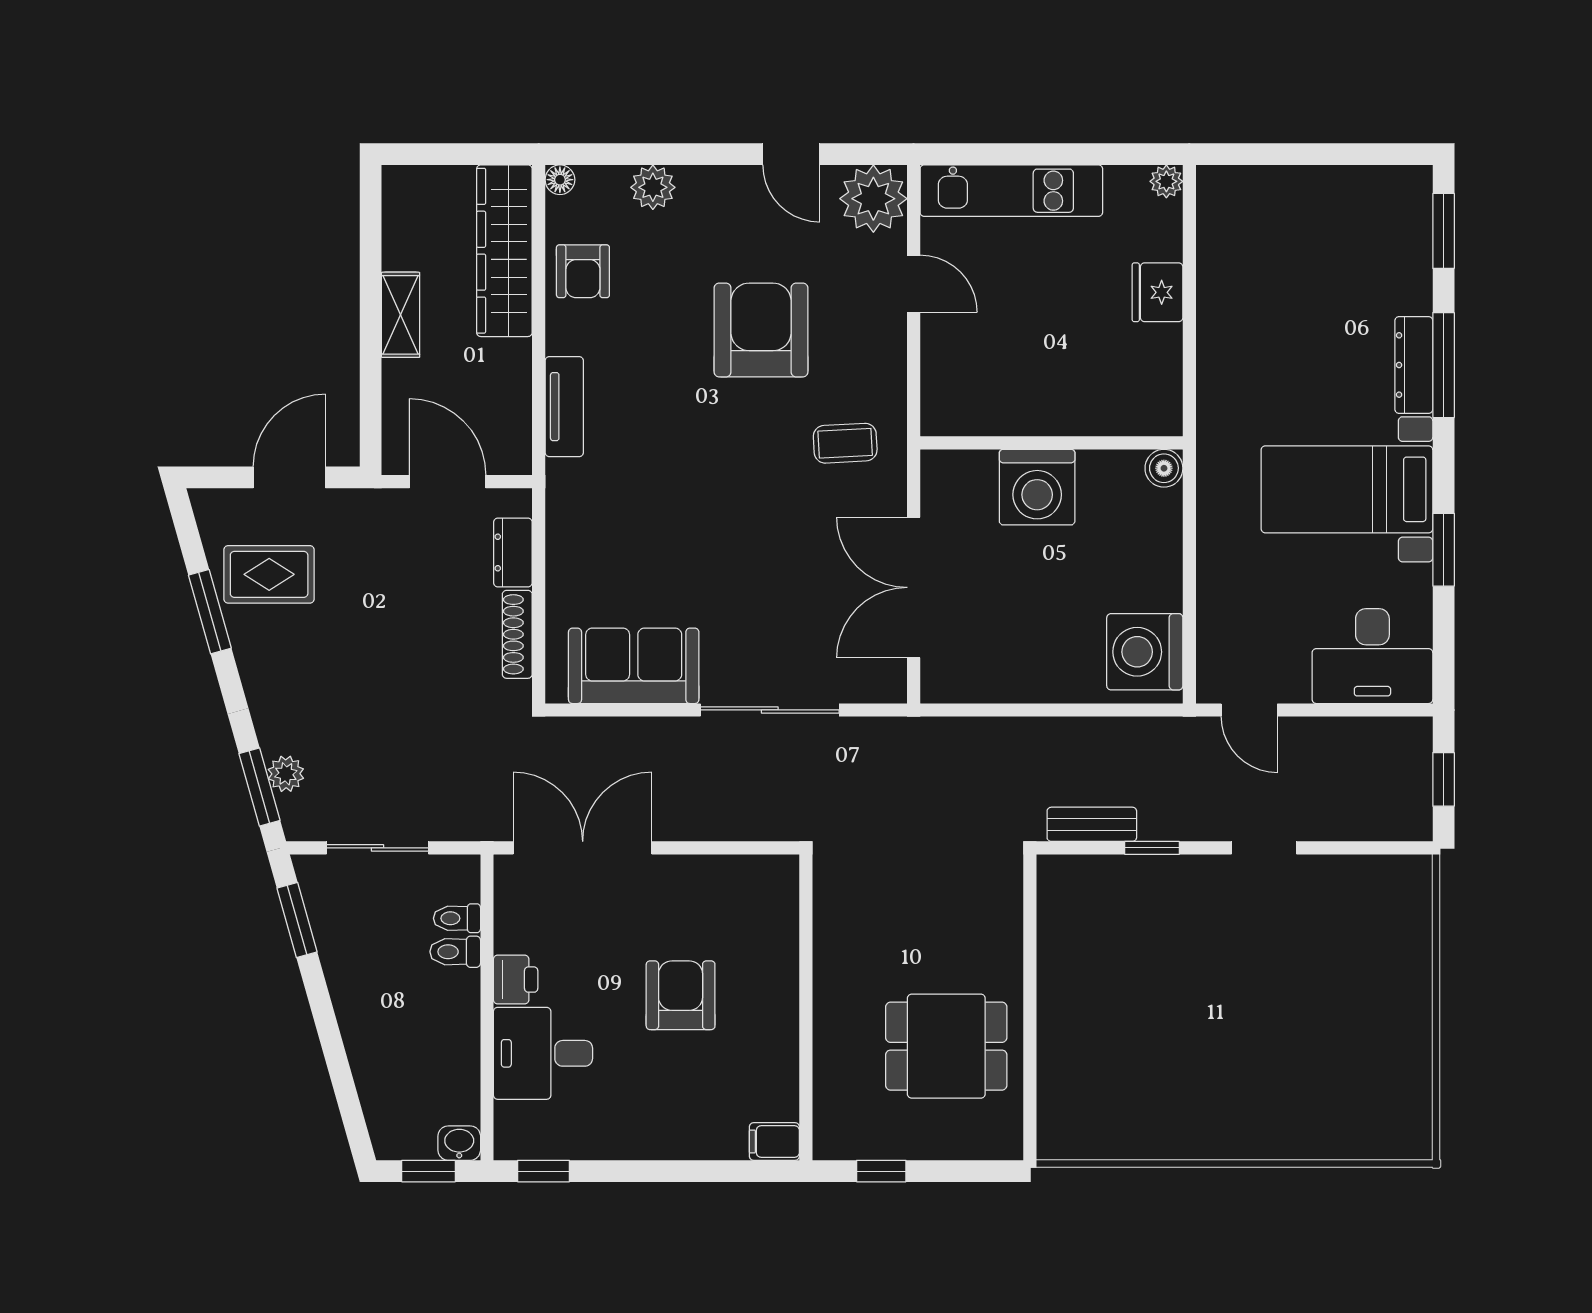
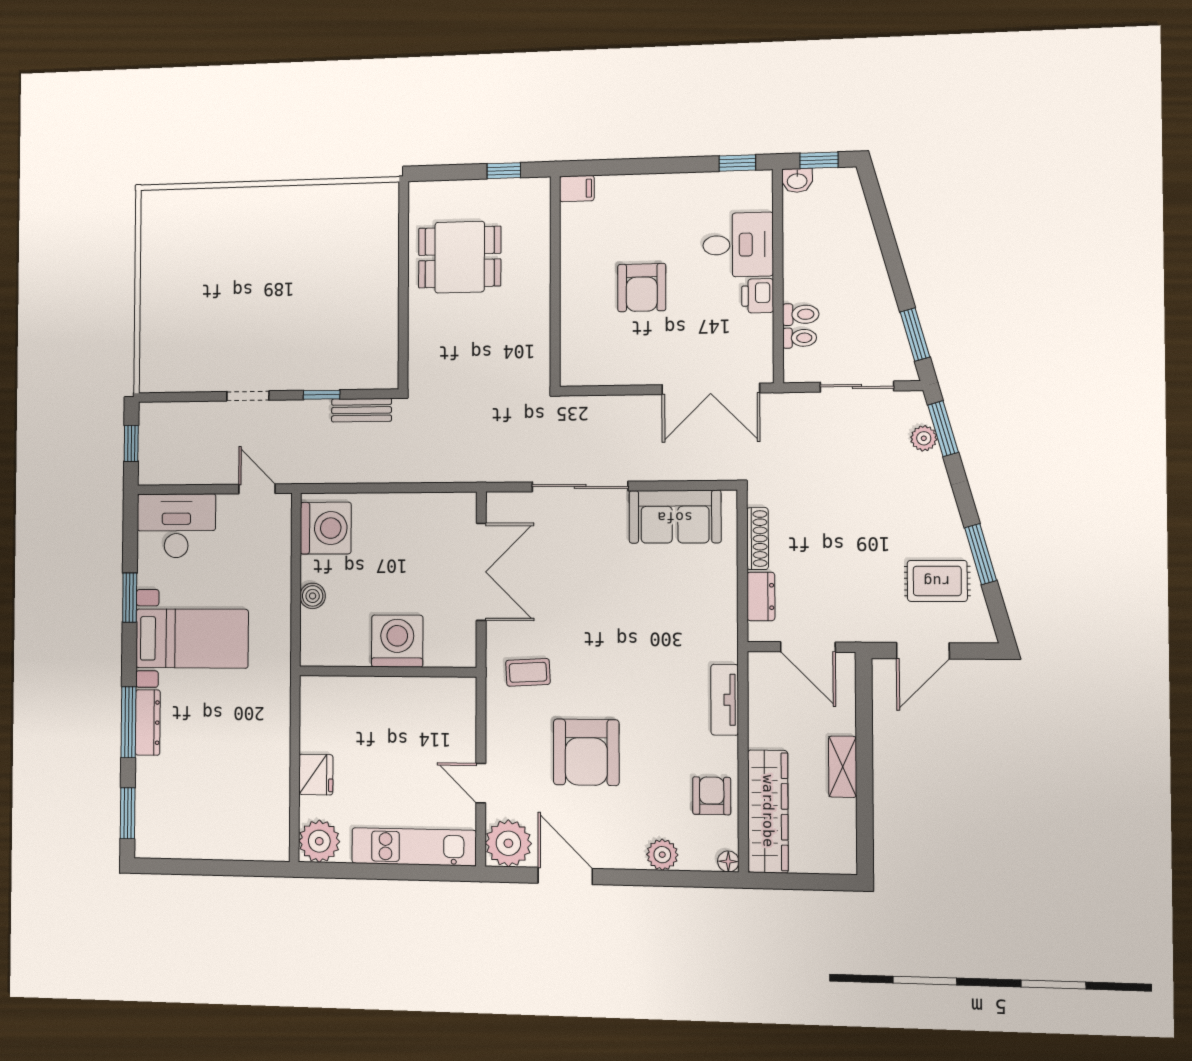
door: (791, 154) -> (565, 876), width x1.37
plant: (1166, 181) -> (319, 841), width x1.88, depth x1.88
boiler: (1164, 468) -> (313, 596), moved

